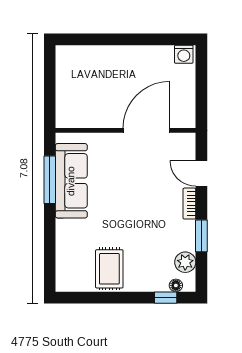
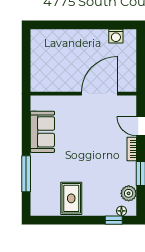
washing machine: (184, 54) -> (116, 36), moved
window: (50, 180) -> (26, 174), moved
sofa: (71, 181) -> (42, 132), width x0.73

